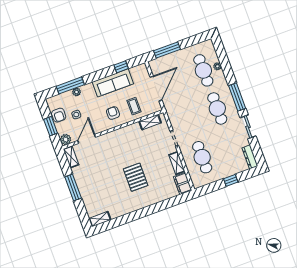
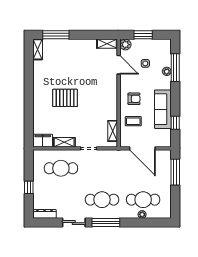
armchair: (59, 115) -> (151, 46), removed
window: (73, 187) -> (56, 35), moved

